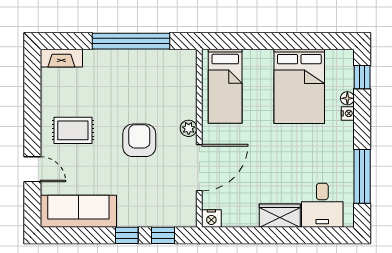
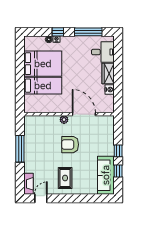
window: (131, 41) -> (20, 149), width x0.68
window: (362, 77) -> (58, 32), moved
bed: (225, 86) -> (43, 86), moved
door: (32, 169) -> (41, 198), moved
nightstand: (211, 219) -> (110, 90), moved
window: (163, 235) -> (118, 171), moved

